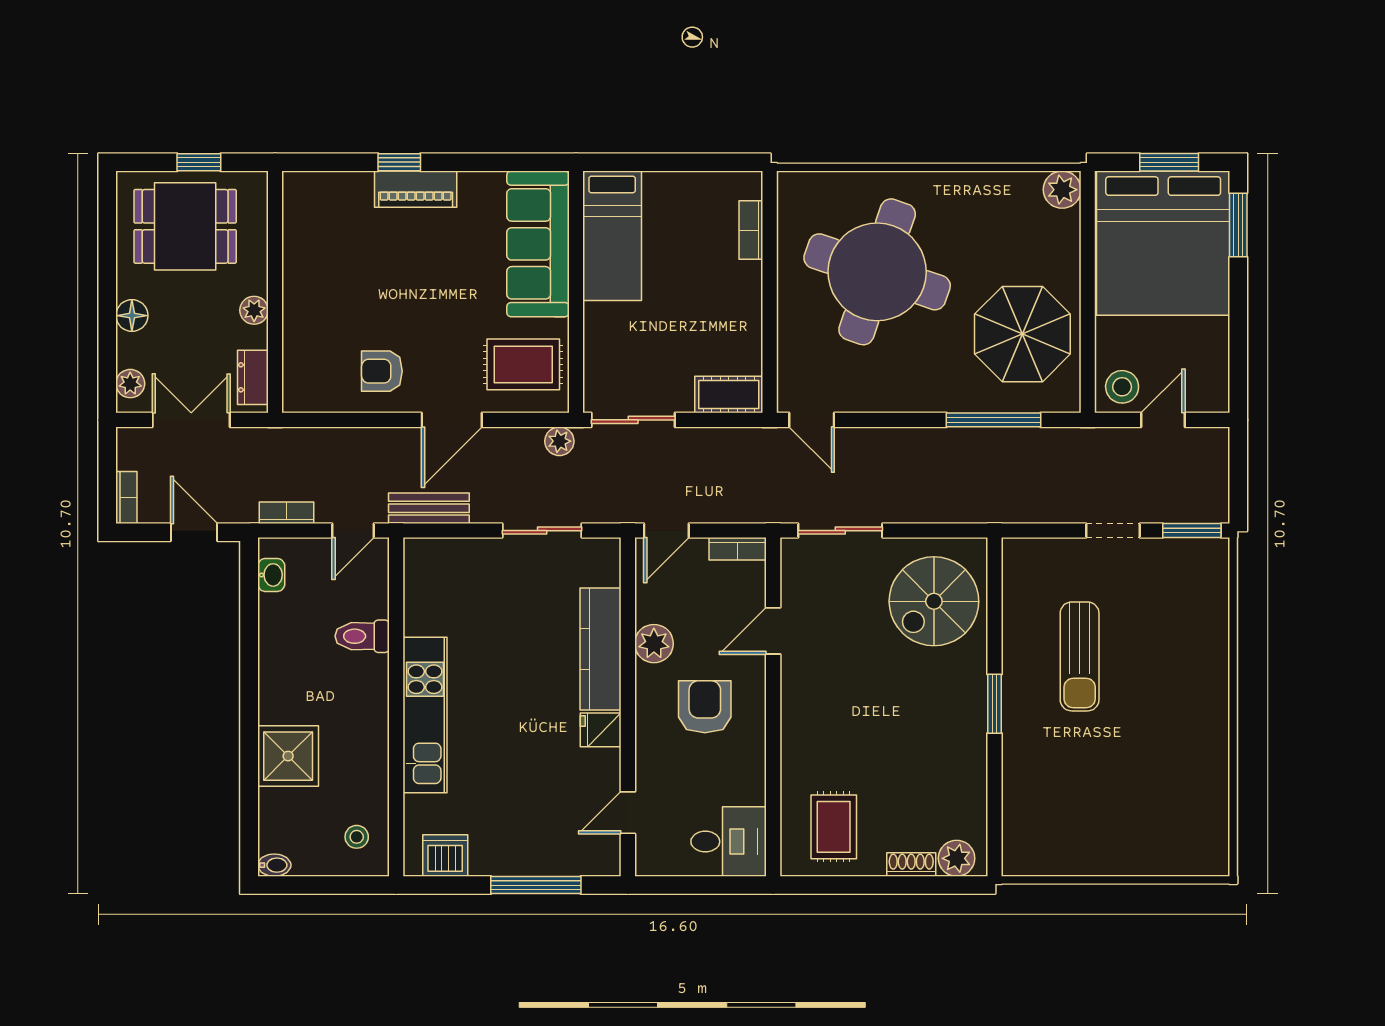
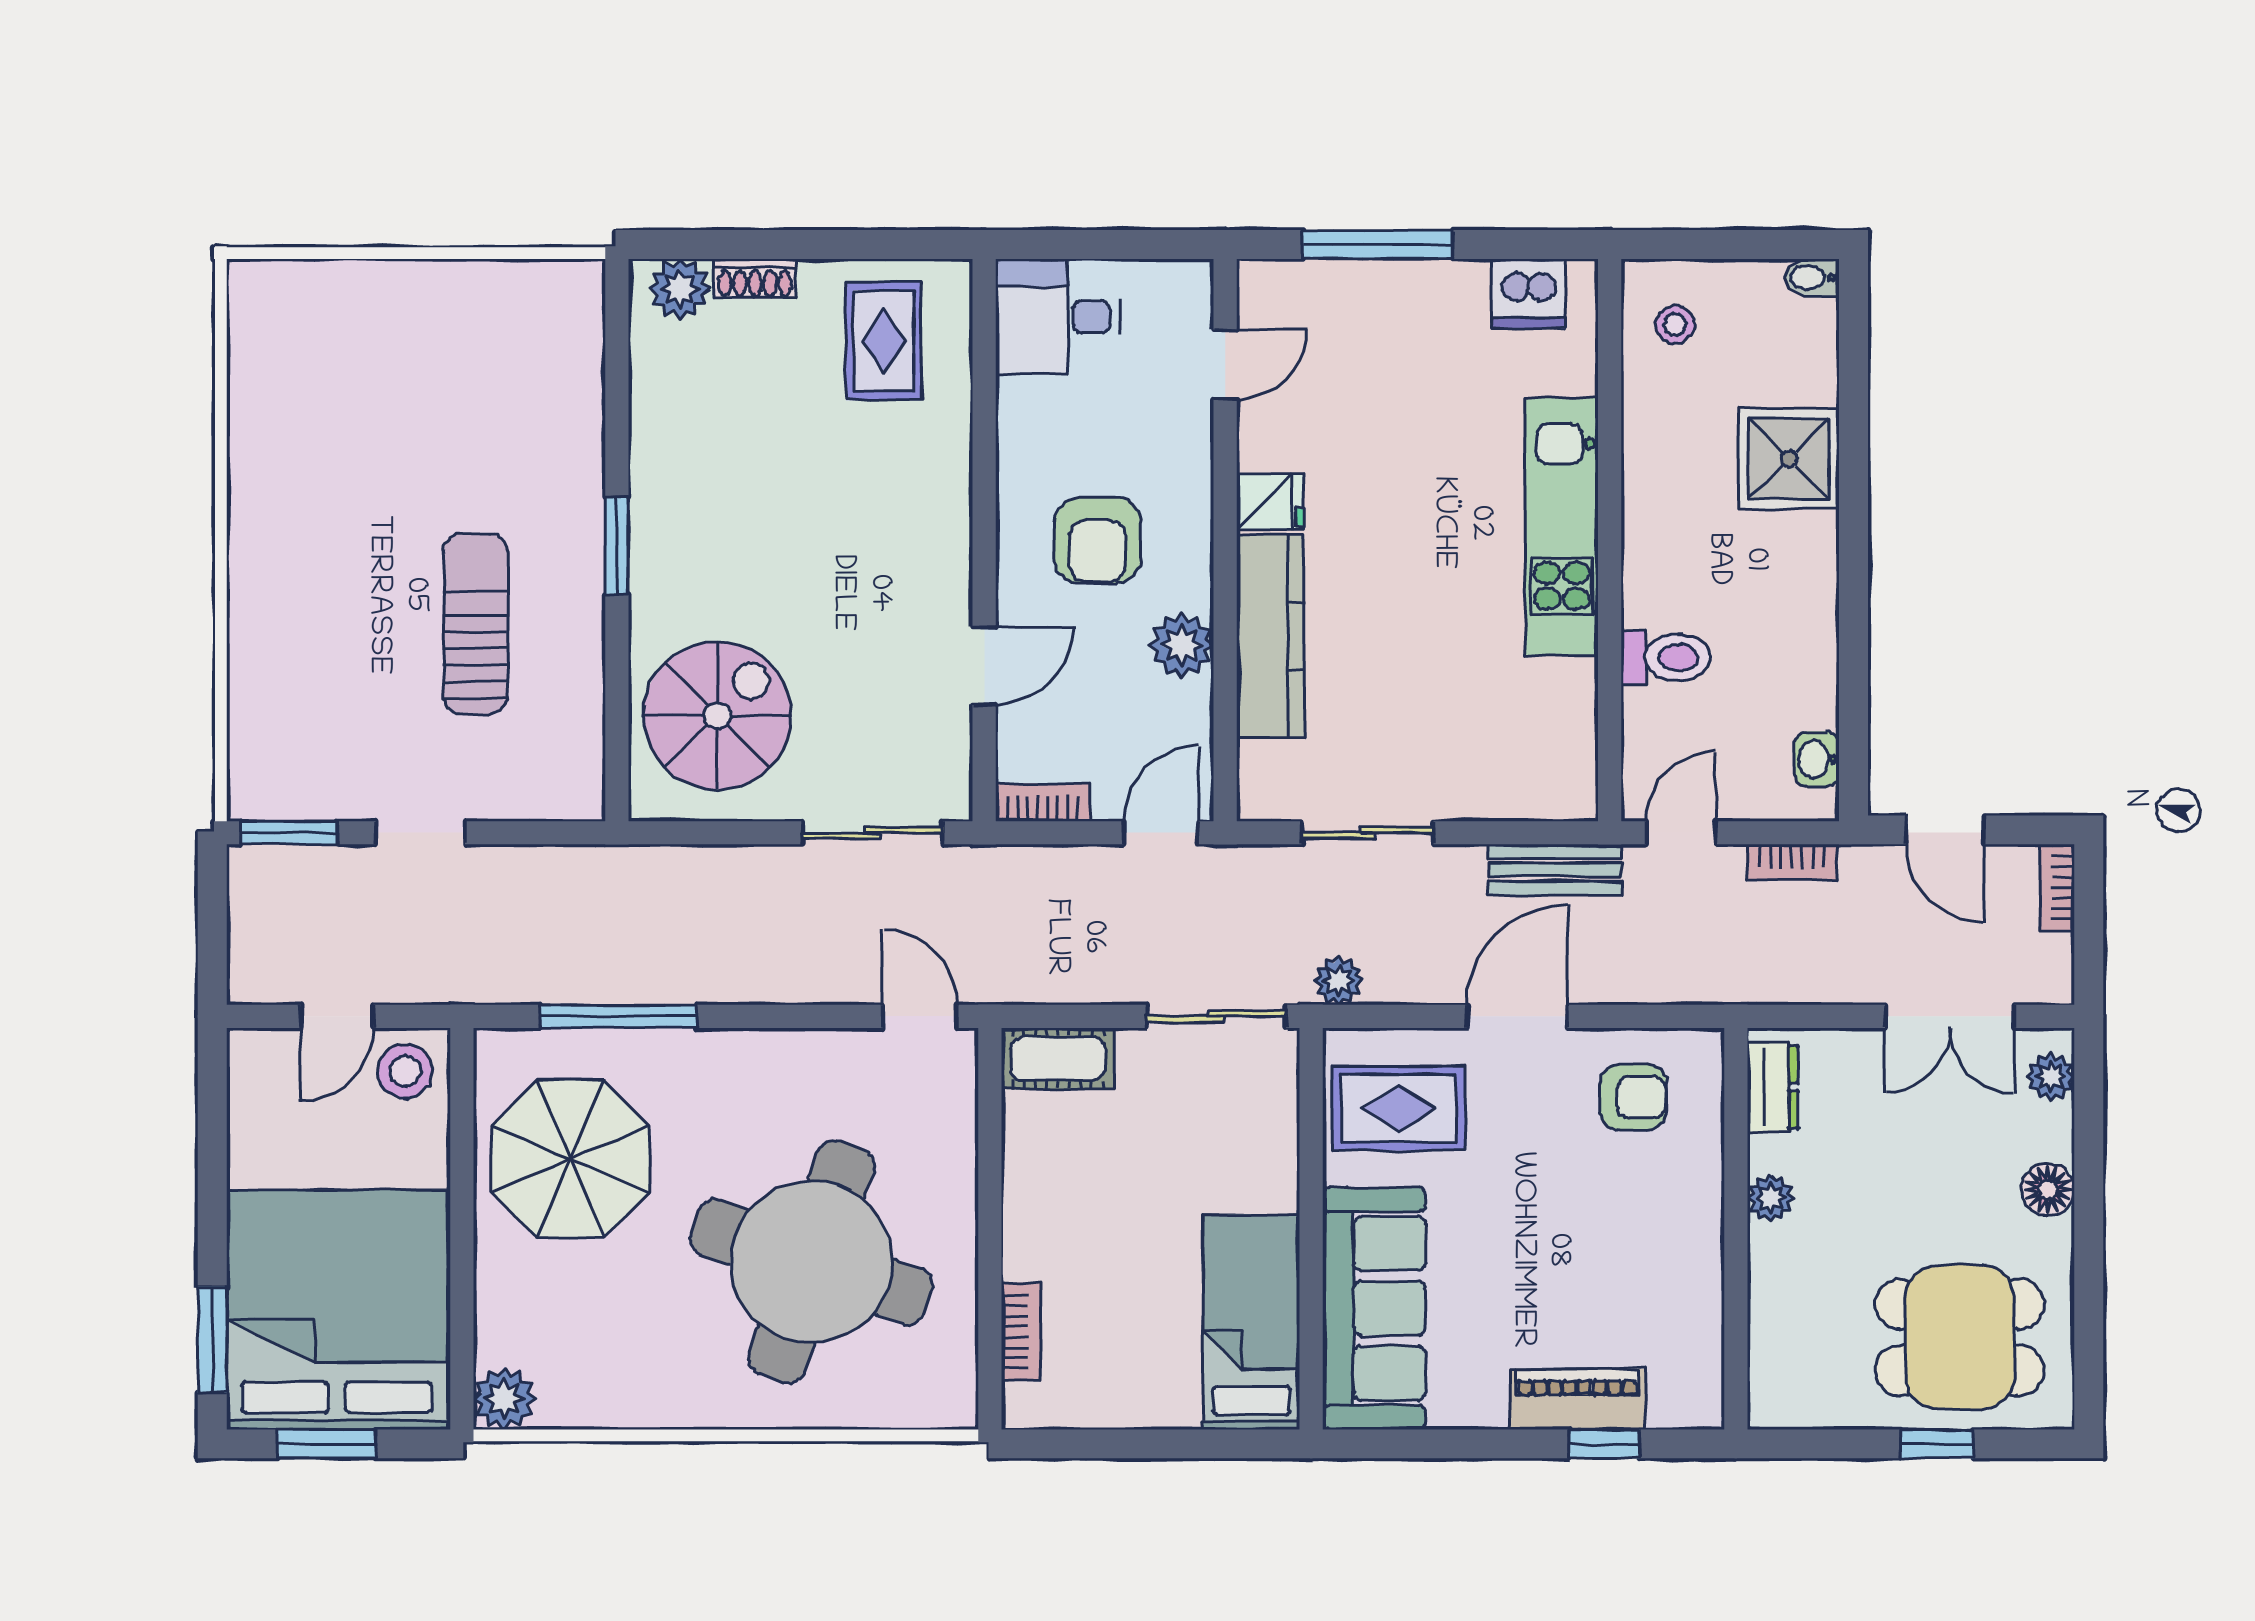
wall: (275, 292) -> (1736, 1229), moved
plant: (254, 310) -> (1771, 1198), moved
dresser: (253, 377) -> (1773, 1087), moved

